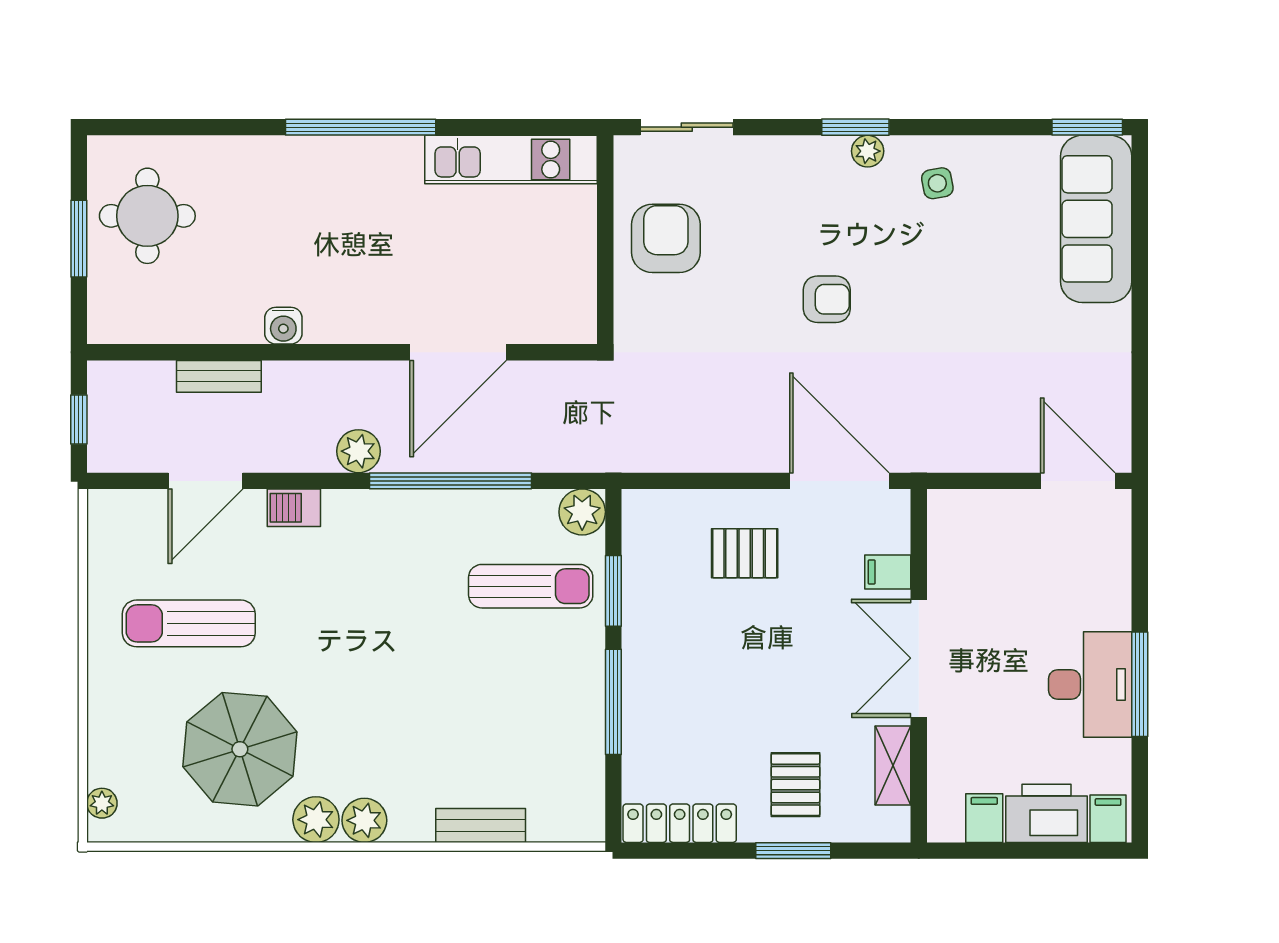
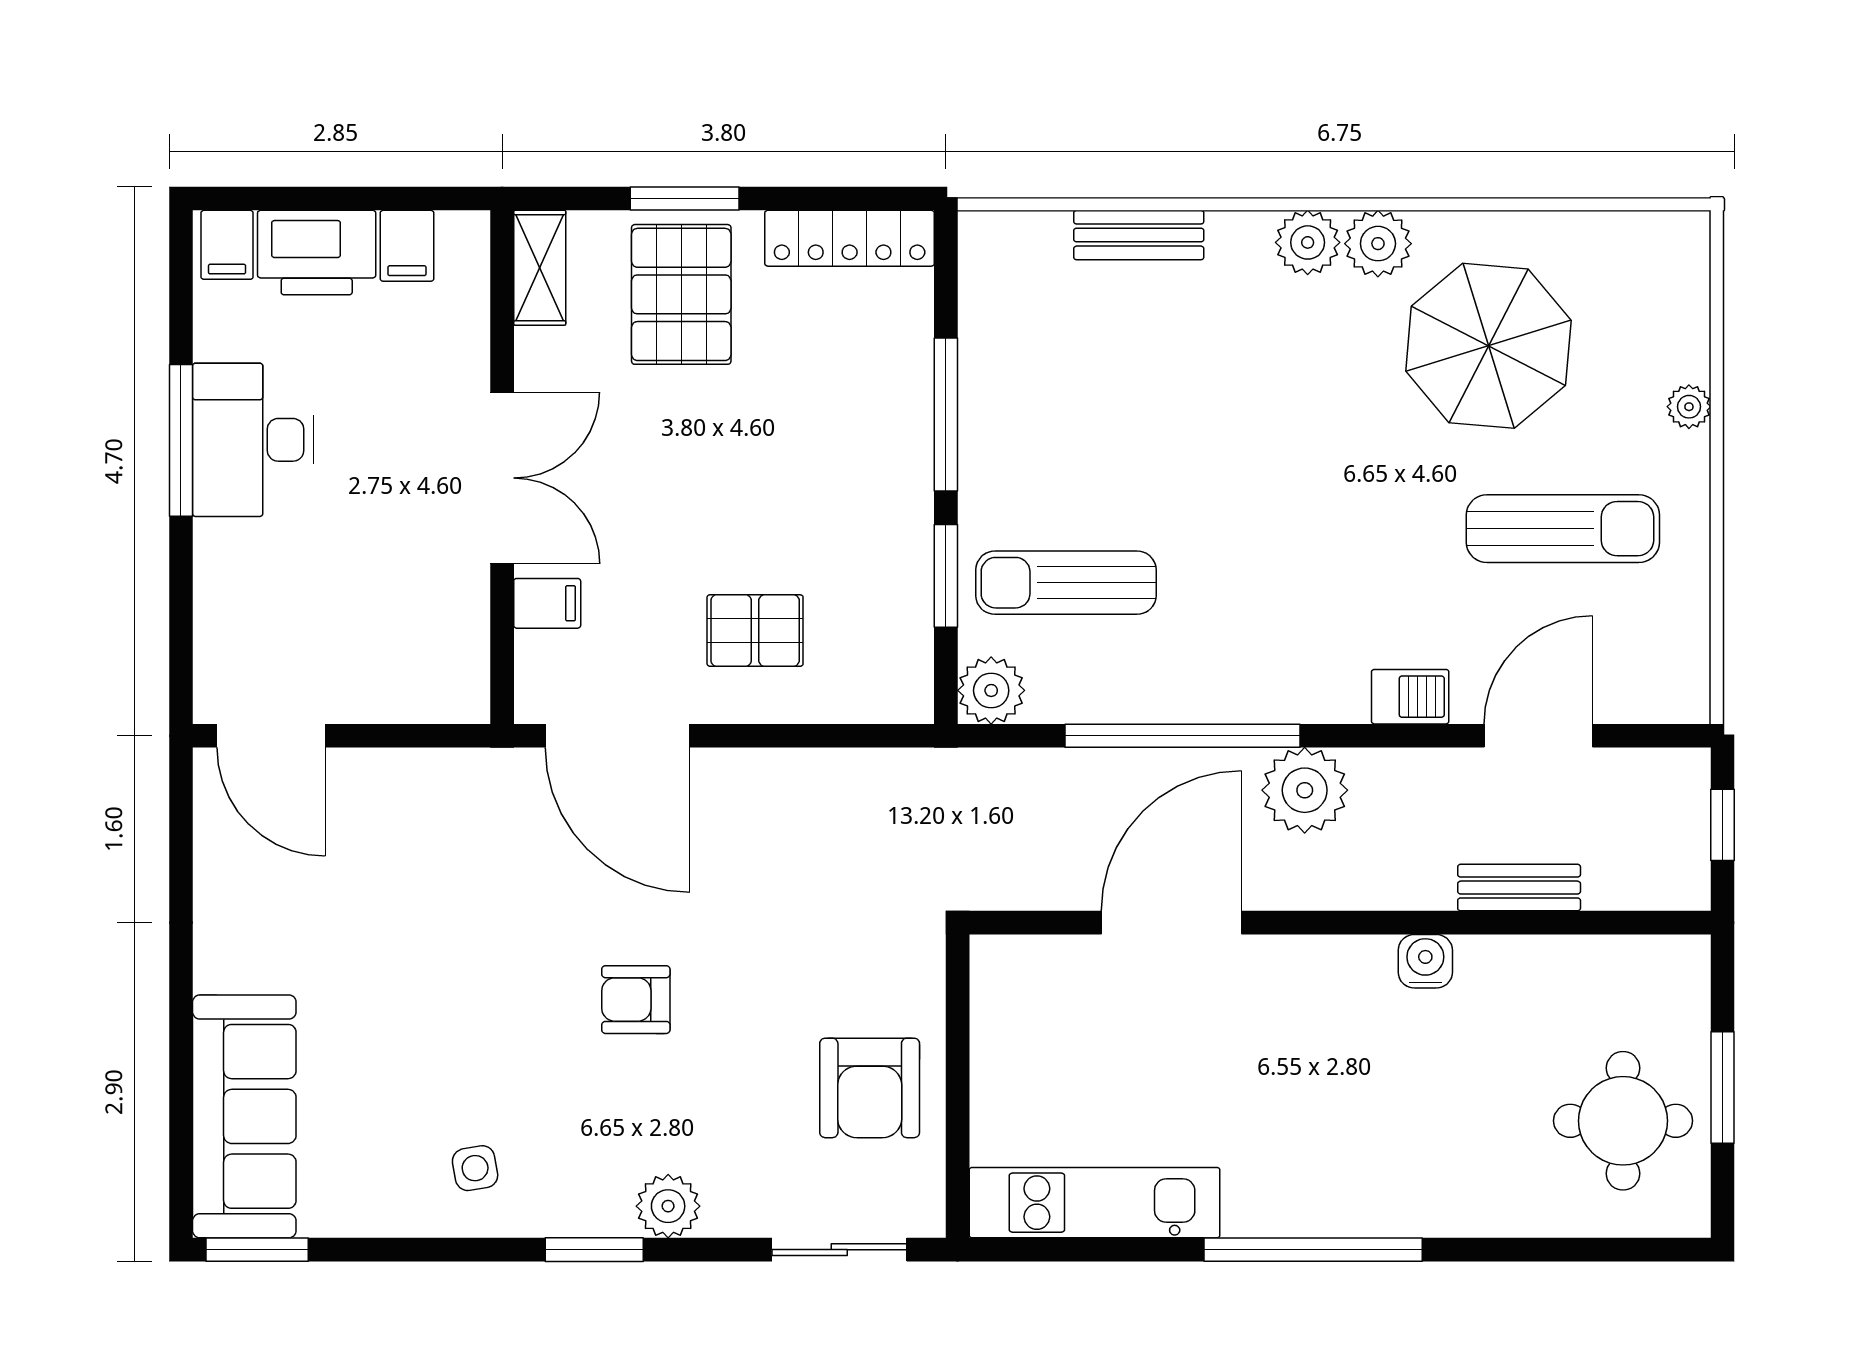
plant: (868, 151) -> (668, 1206), moved, width x1.38, depth x1.38
plant: (359, 451) -> (1305, 790), width x1.36, depth x1.36
shelving: (893, 765) -> (540, 268), moved
pallet: (795, 785) -> (681, 294), width x1.50, depth x1.42
plant: (102, 803) -> (1689, 407), moved

